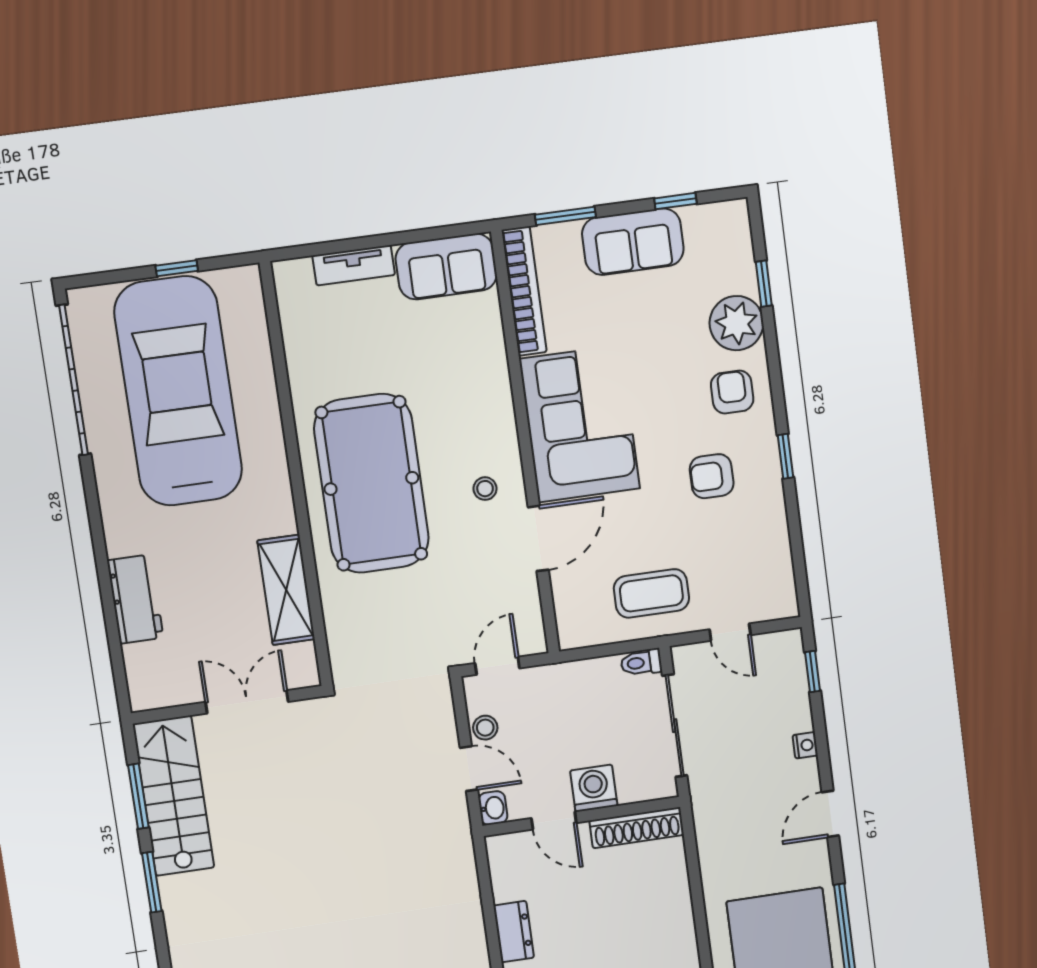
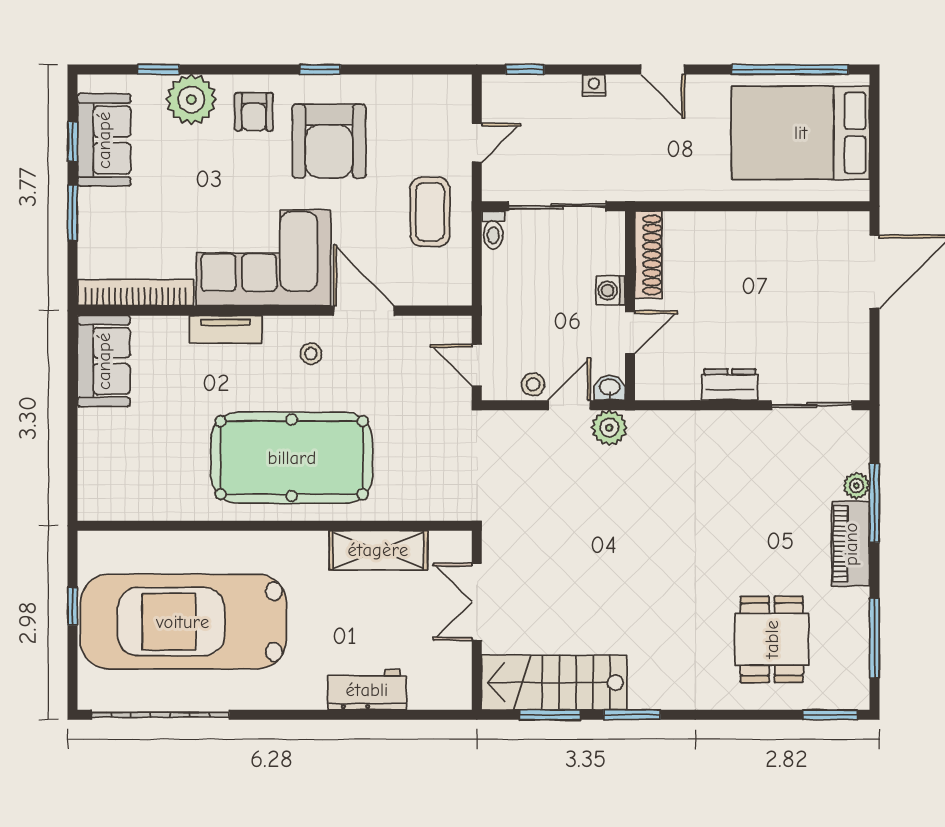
window: (565, 216) -> (73, 213), moved
sofa: (633, 242) -> (104, 140), moved
tv unit: (354, 265) -> (225, 329), moved, turned 90
armchair: (732, 392) -> (254, 112), turned -90
armchair: (712, 476) -> (329, 141), width x1.88, depth x1.88
washing machine: (594, 788) -> (611, 291), width x0.73, depth x0.73
plant: (451, 814) -> (609, 428), added

